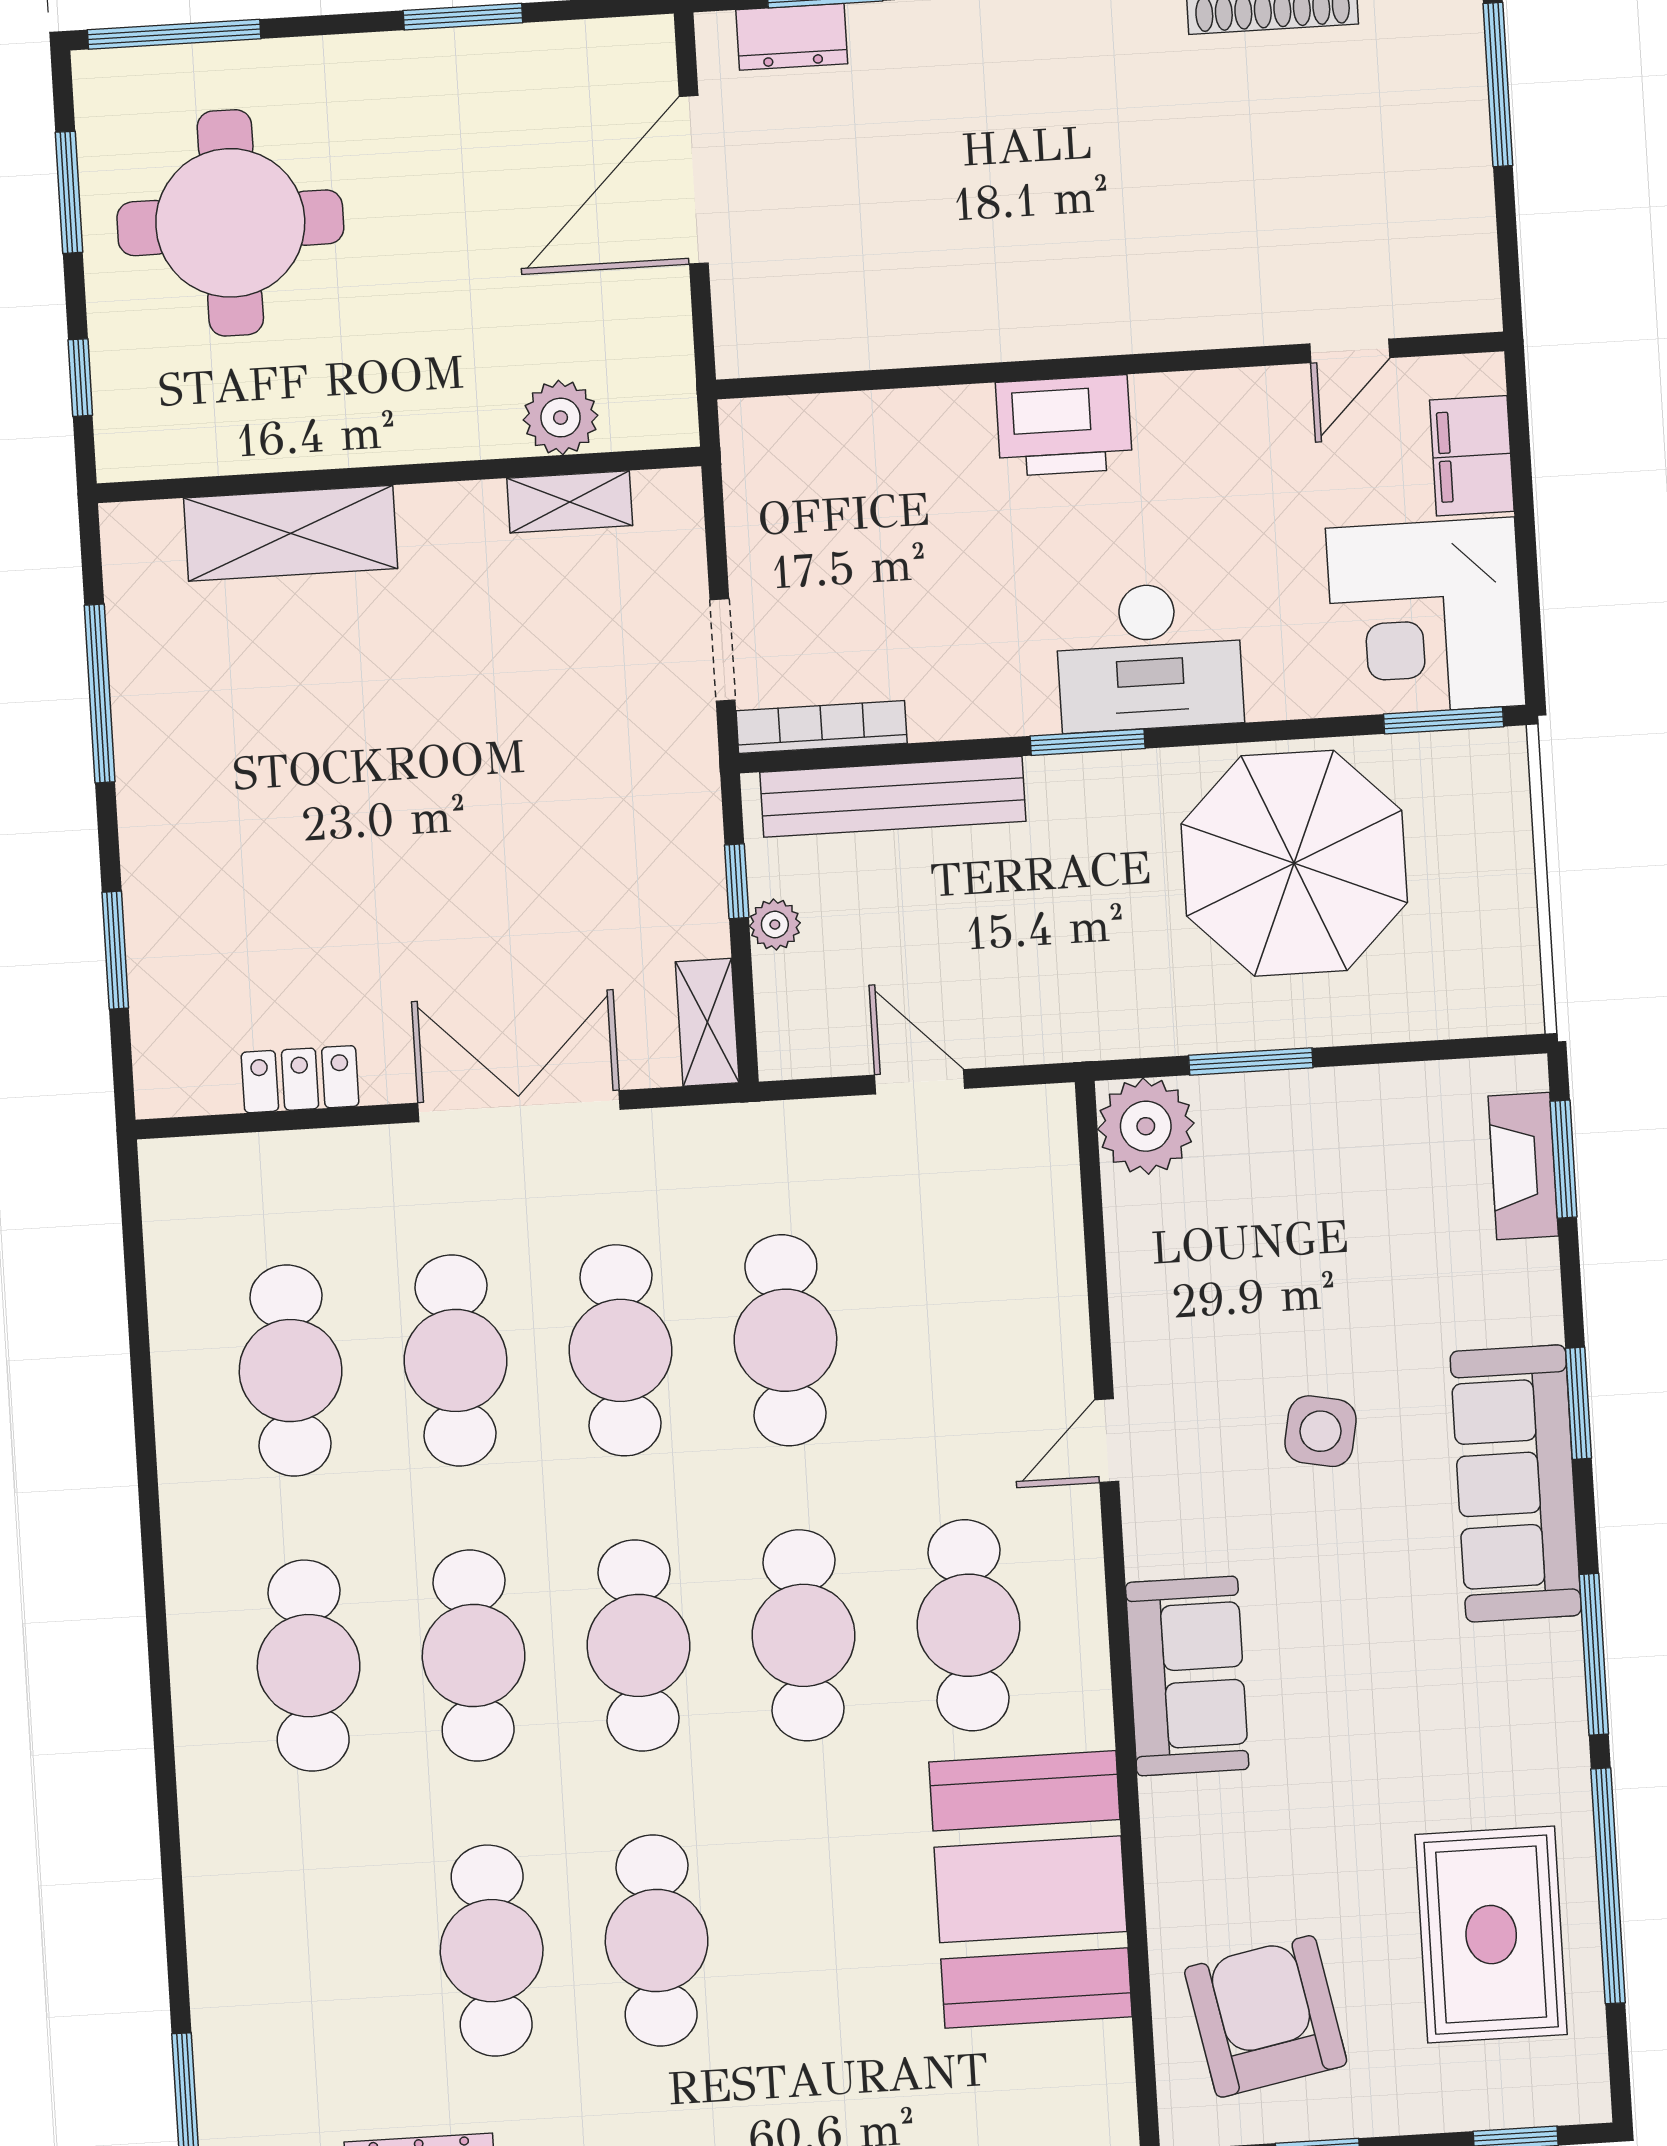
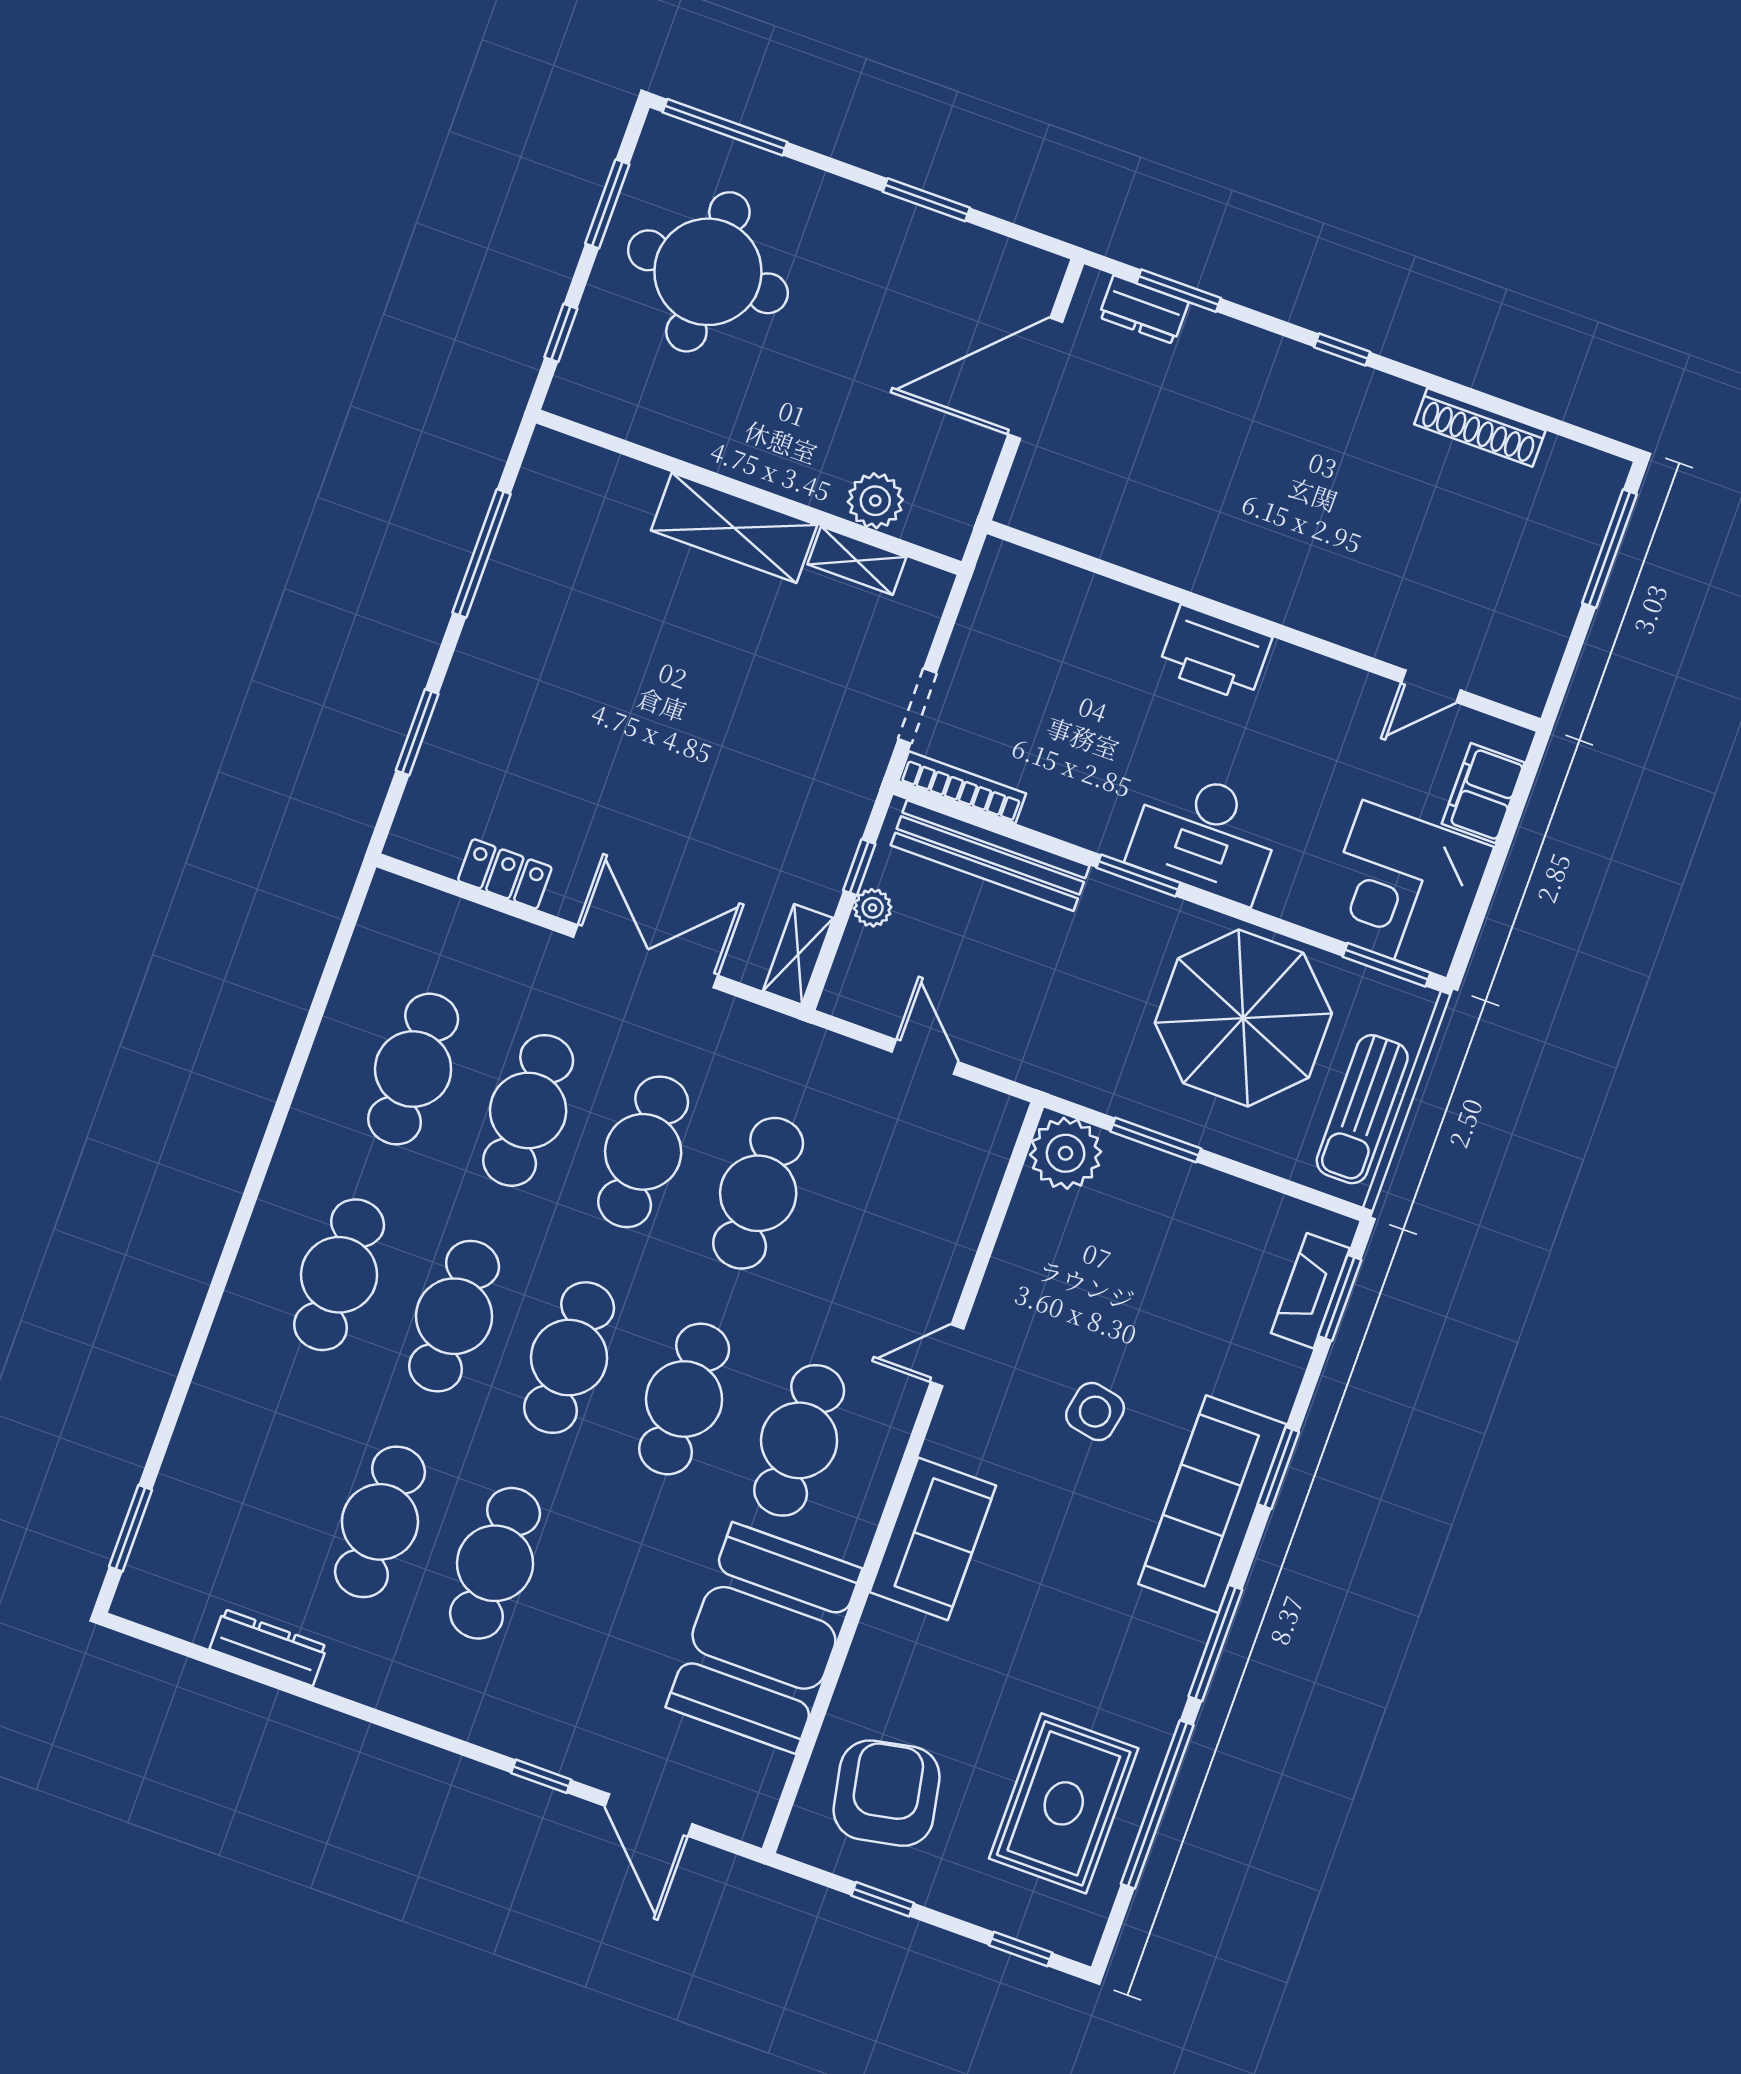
shelving: (291, 533) -> (734, 528), moved
sun lounger: (1491, 913) -> (1362, 1109), added

